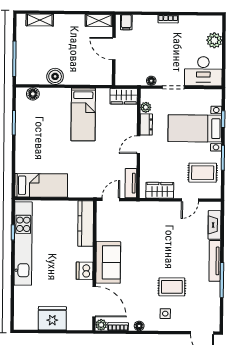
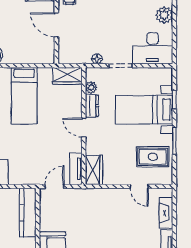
door: (138, 145) -> (84, 128), hinge flipped
wardrobe: (160, 190) -> (94, 170), moved, turned 90
door: (190, 200) -> (139, 186), hinge flipped

